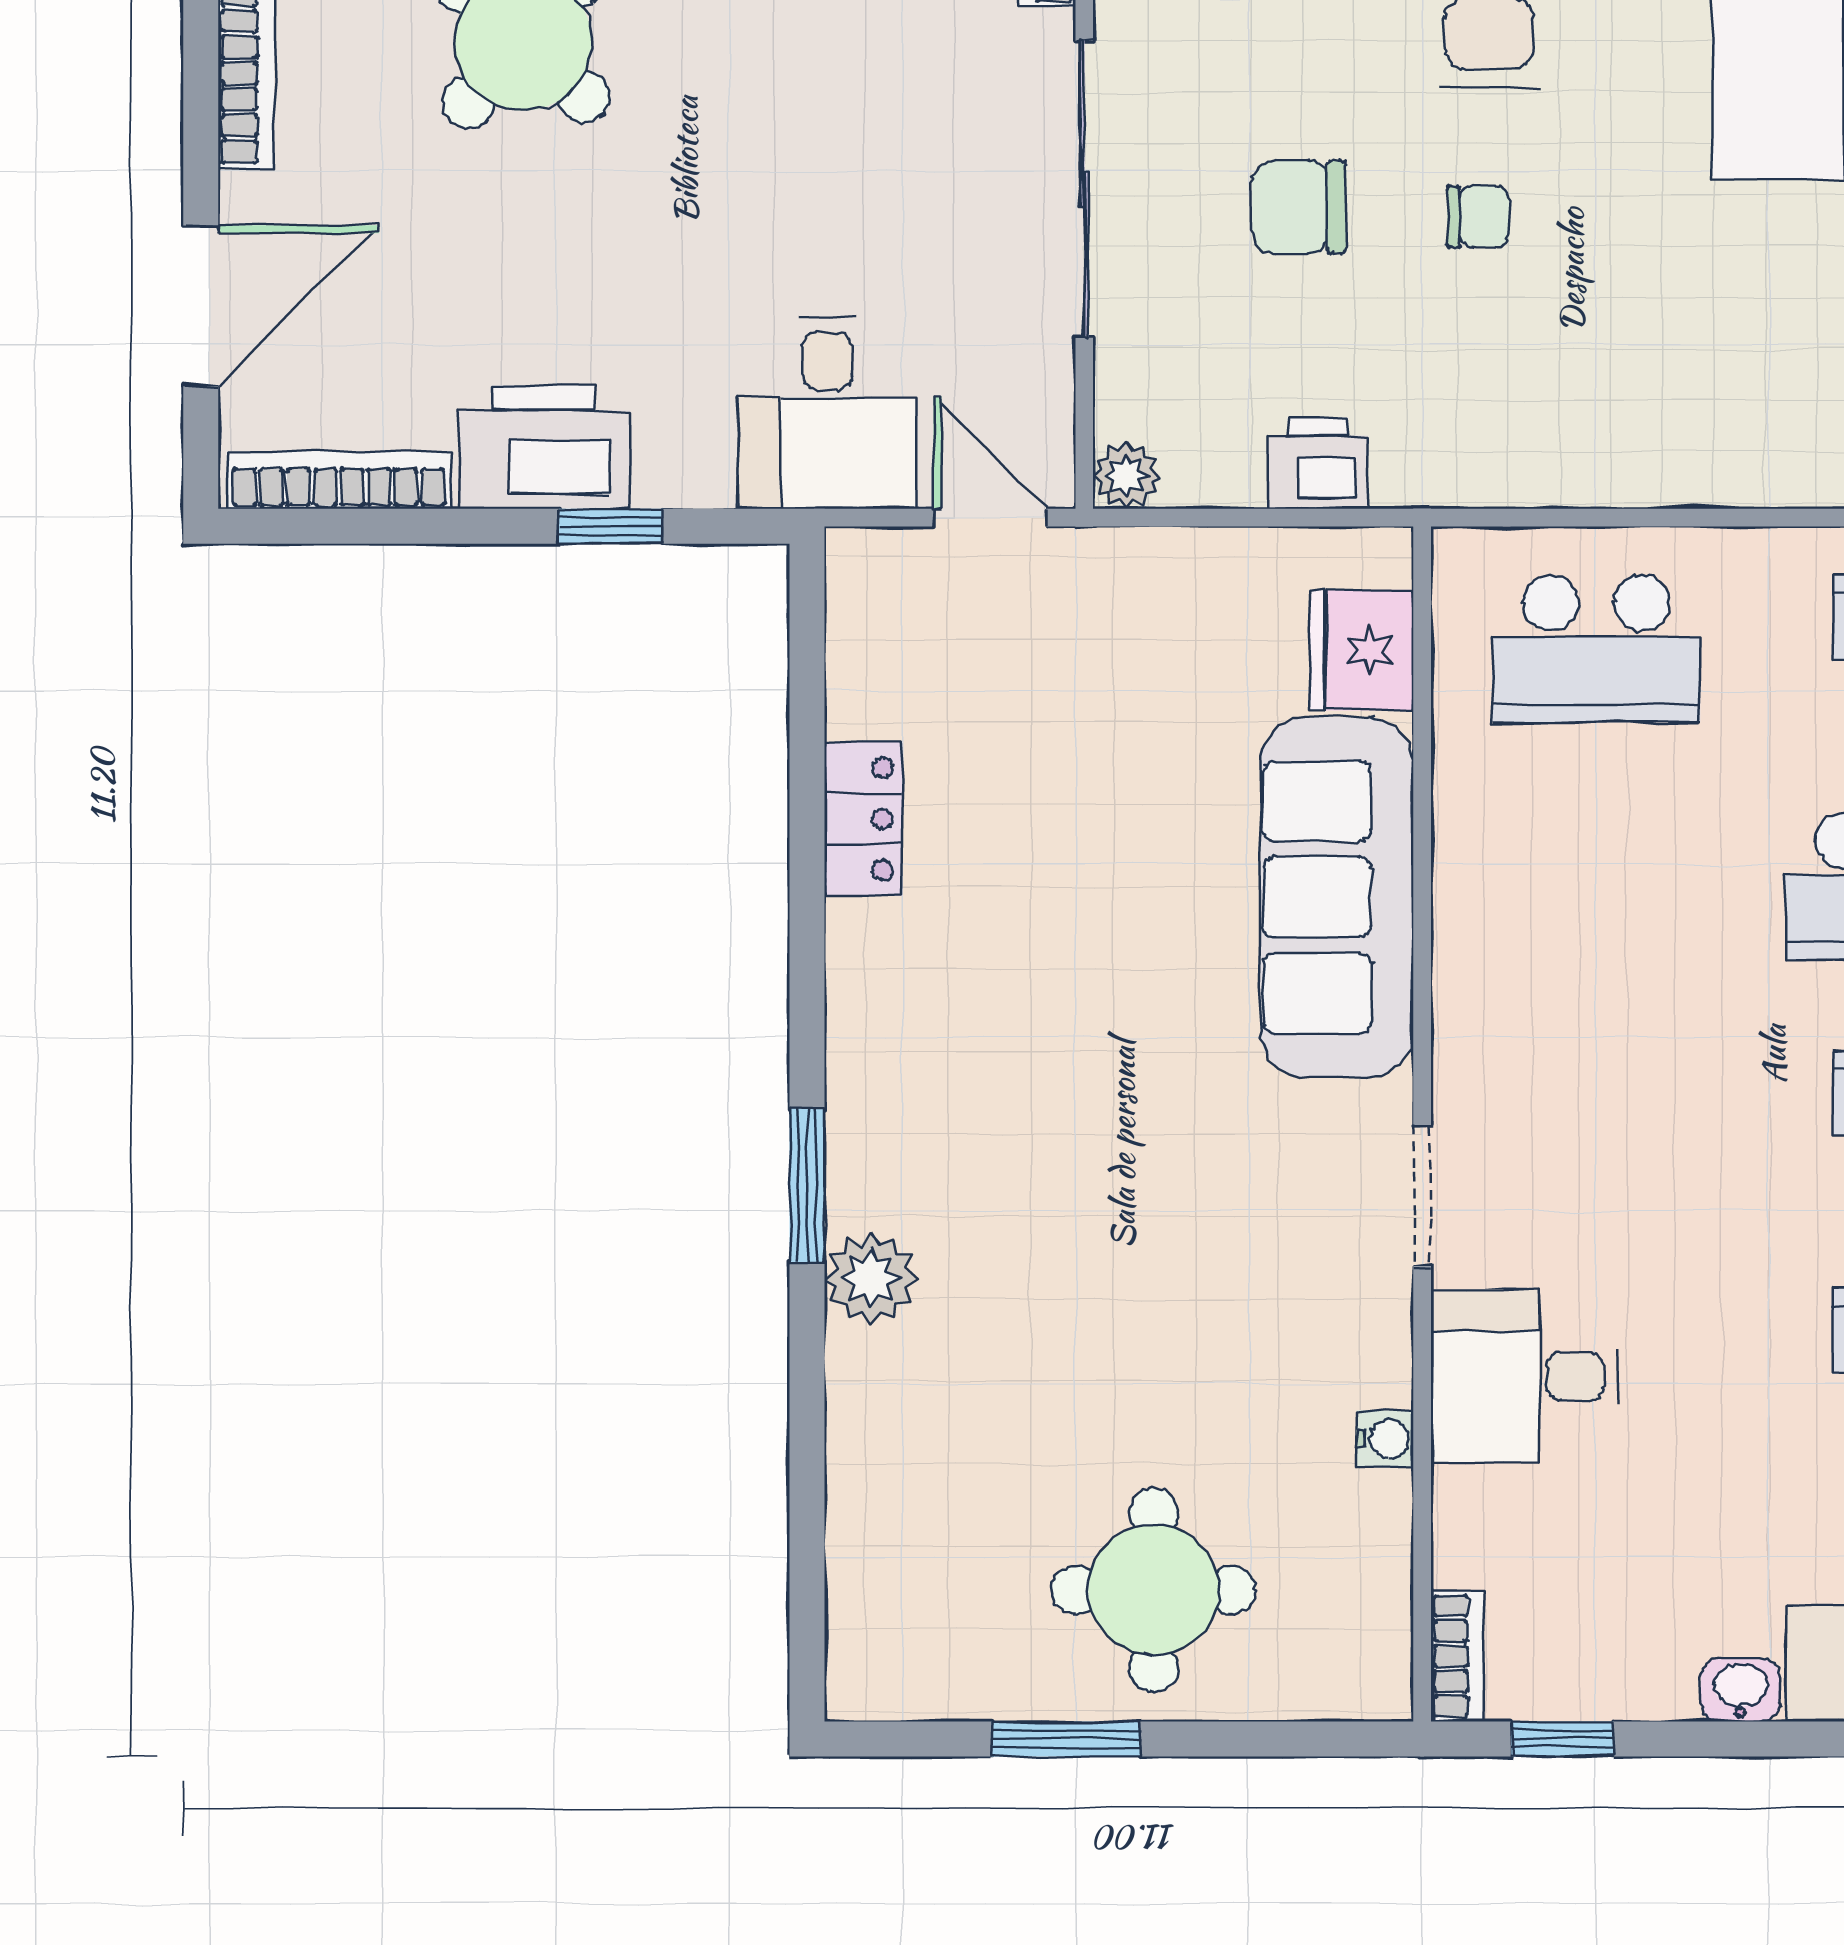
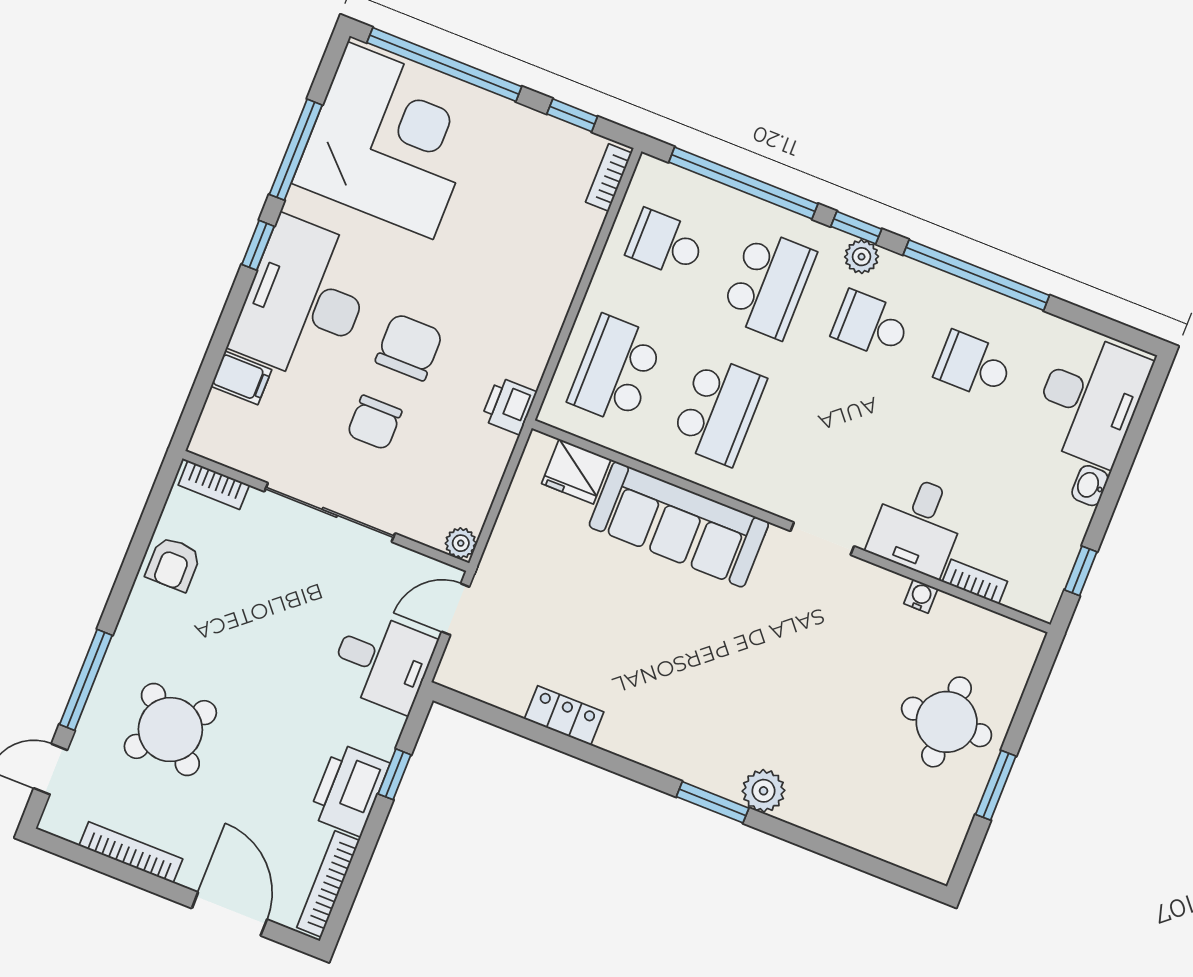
chair: (1478, 217) -> (409, 347), width x1.87, depth x1.87
printer: (1318, 463) -> (509, 406), moved
school desk: (1596, 648) -> (616, 370), turned 180
school desk: (1596, 886) -> (718, 411), added
bookcase: (1457, 1656) -> (975, 582), moved

